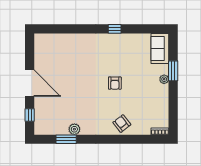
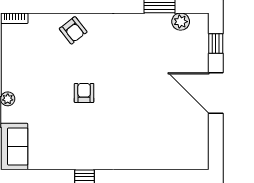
plant: (74, 129) -> (181, 22), moved

